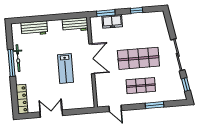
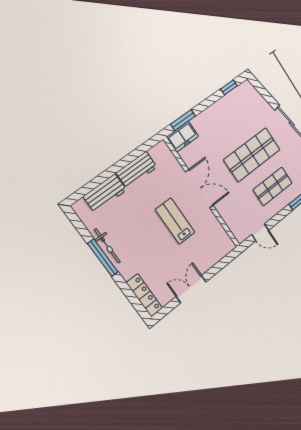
window: (137, 10) -> (229, 87), moved
freezer: (112, 21) -> (183, 137), moved
workbench: (75, 25) -> (137, 170), moved
lab bench: (65, 68) -> (175, 221), turned 180

